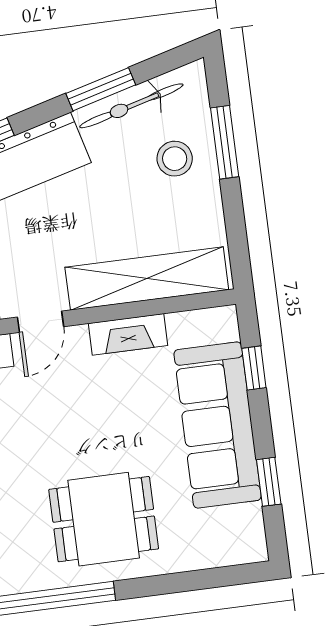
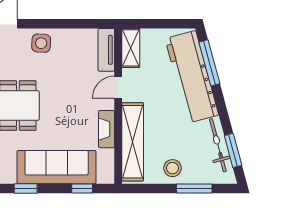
window: (101, 89) -> (233, 150), moved
stool: (175, 159) -> (172, 168), moved
door: (41, 322) -> (118, 87), hinge flipped

